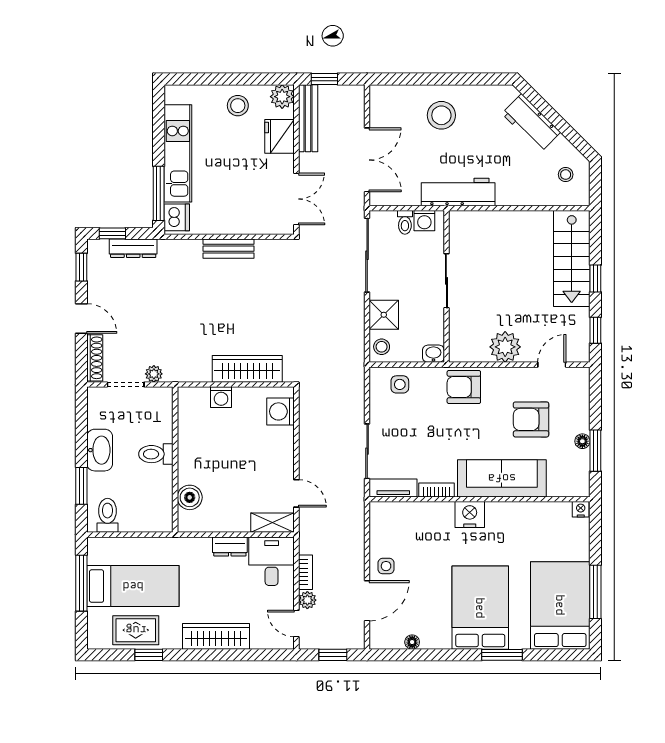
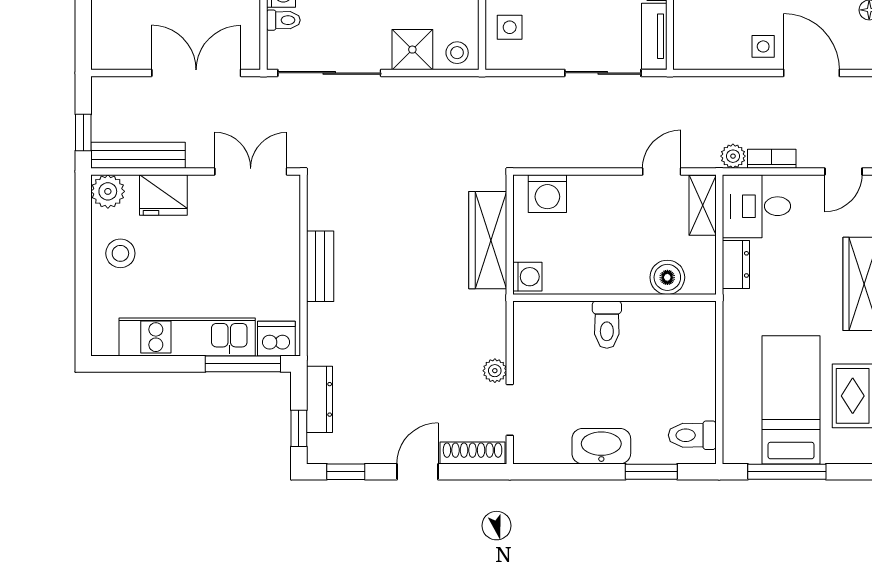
toilet: (156, 454) -> (607, 325), moved
wall: (175, 460) -> (614, 298), moved
boiler: (190, 497) -> (667, 277), moved
plant: (307, 600) -> (733, 156), moved

